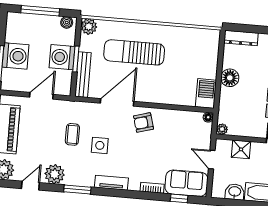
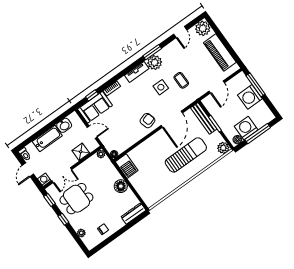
washing machine: (62, 57) -> (246, 128), moved, turned -90
plant: (55, 174) -> (155, 62), moved

